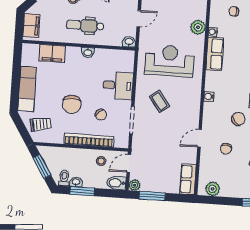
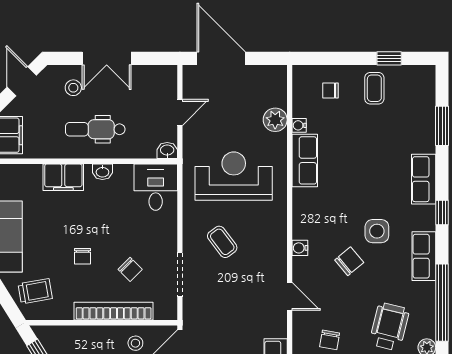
filing cabinet: (52, 53) -> (63, 177), moved
desk: (118, 85) -> (156, 187), moved, turned -90
water cooler: (209, 97) -> (300, 248), moved
chair: (72, 104) -> (82, 256), width x0.54, depth x0.54
door: (200, 138) -> (290, 296), swing flipped
chair: (226, 149) -> (330, 340), moved

